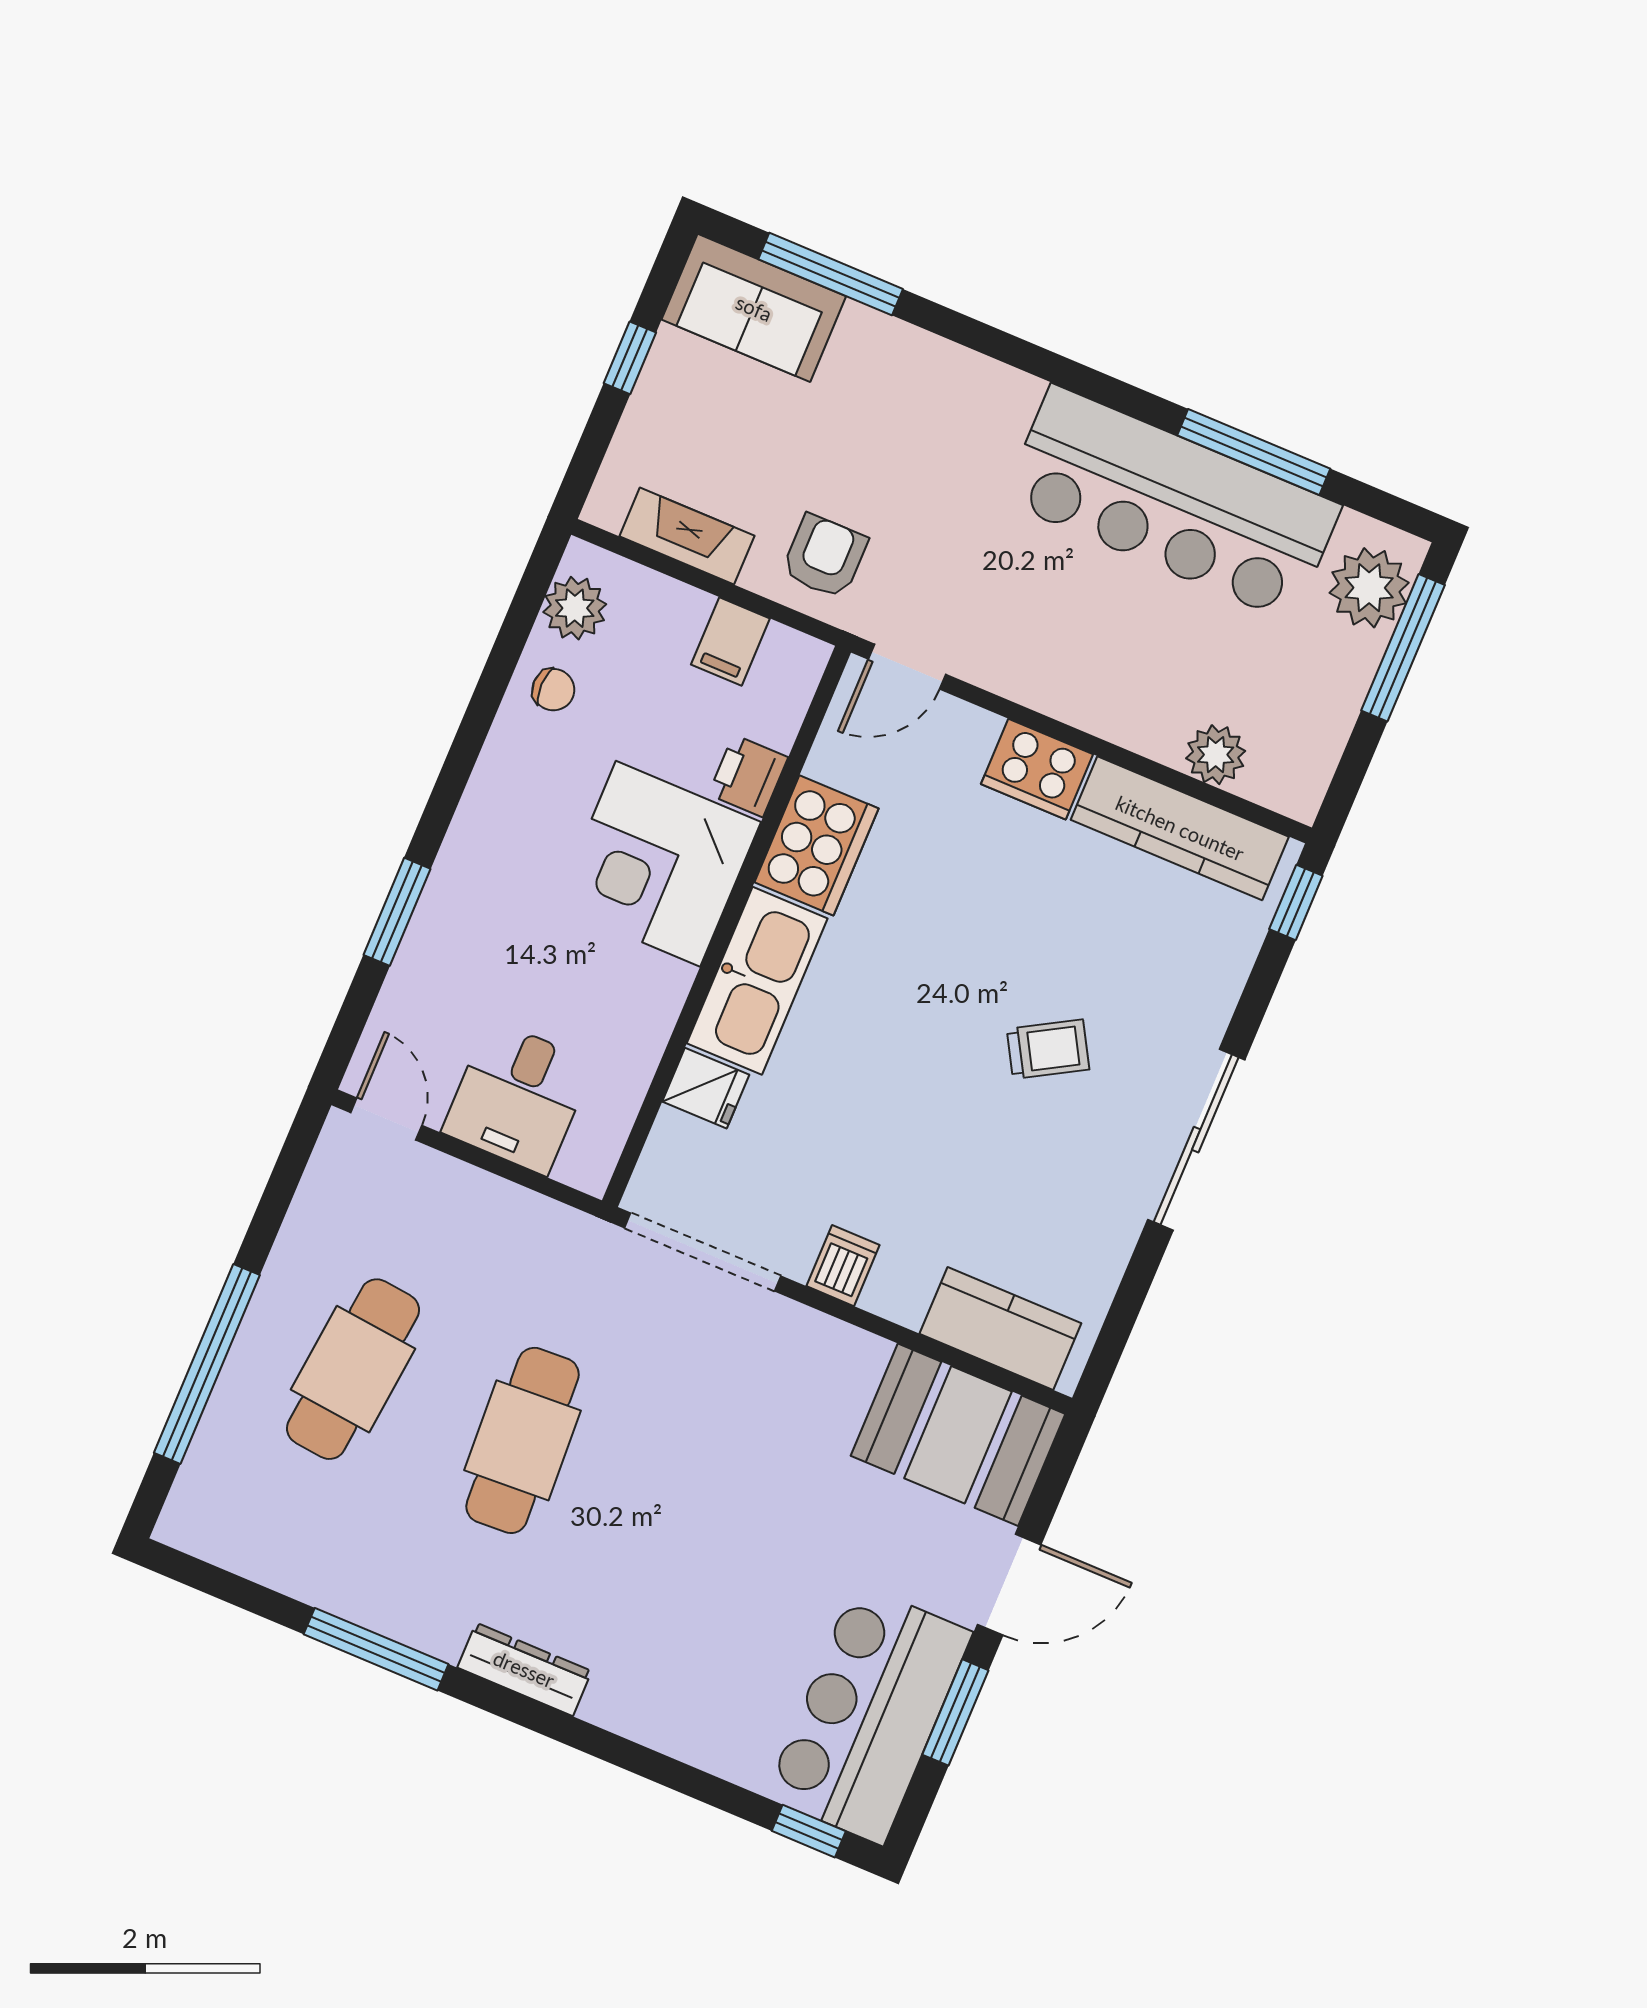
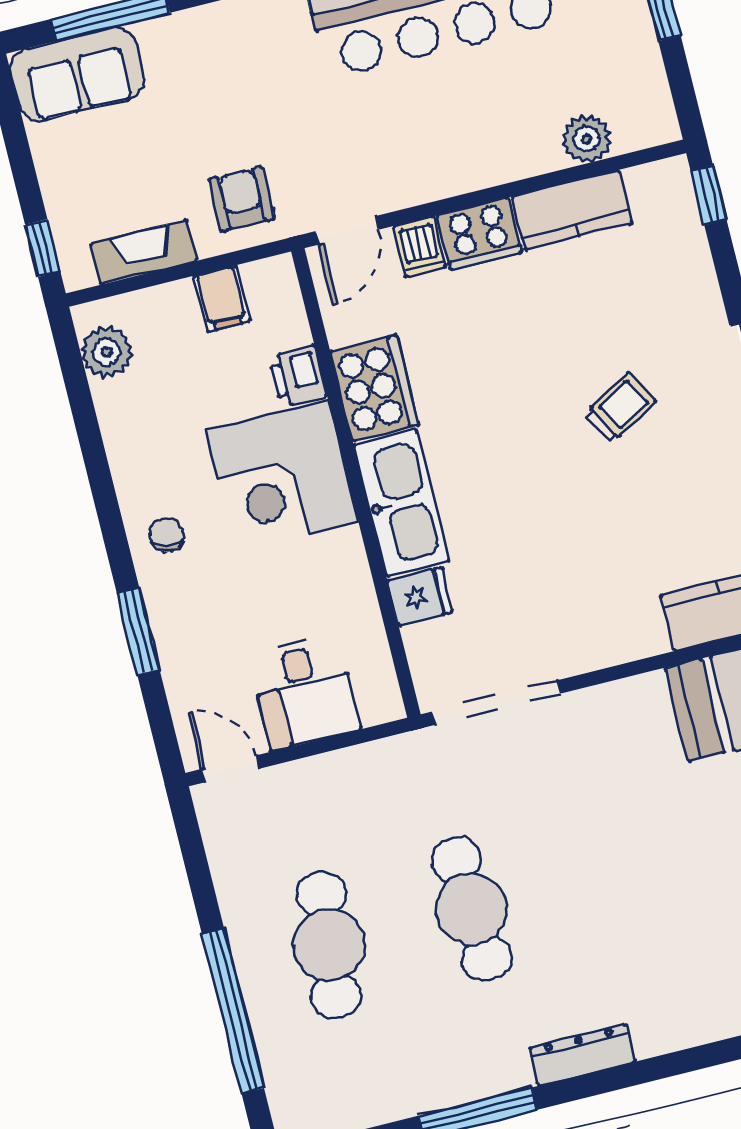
window: (630, 358) -> (43, 248), moved
chair: (553, 690) -> (167, 535), moved, turned -78
kitchen counter: (1180, 828) -> (572, 210), width x0.67
dishwasher: (843, 1266) -> (420, 247), moved, turned 180

